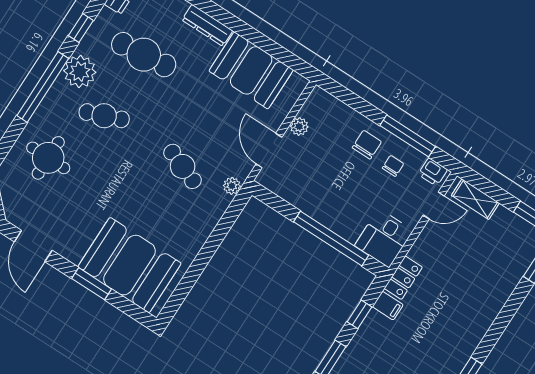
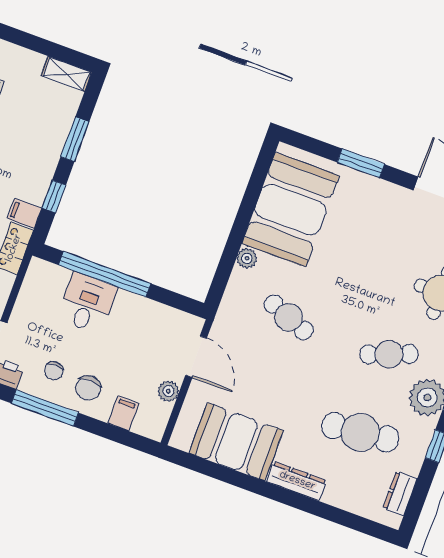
filing cabinet: (342, 116) -> (123, 413), added
plant: (232, 186) -> (247, 258), moved
desk: (384, 238) -> (87, 303), moved
booth: (129, 265) -> (291, 210), moved, turned 90

